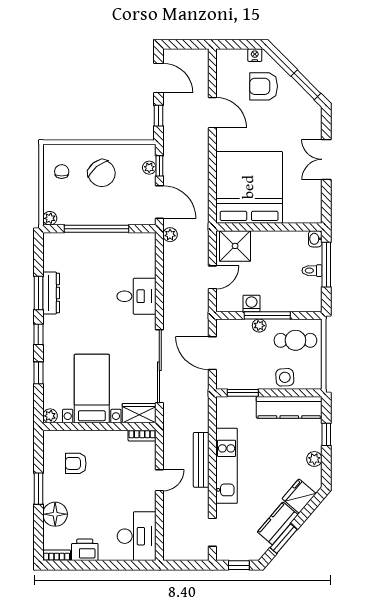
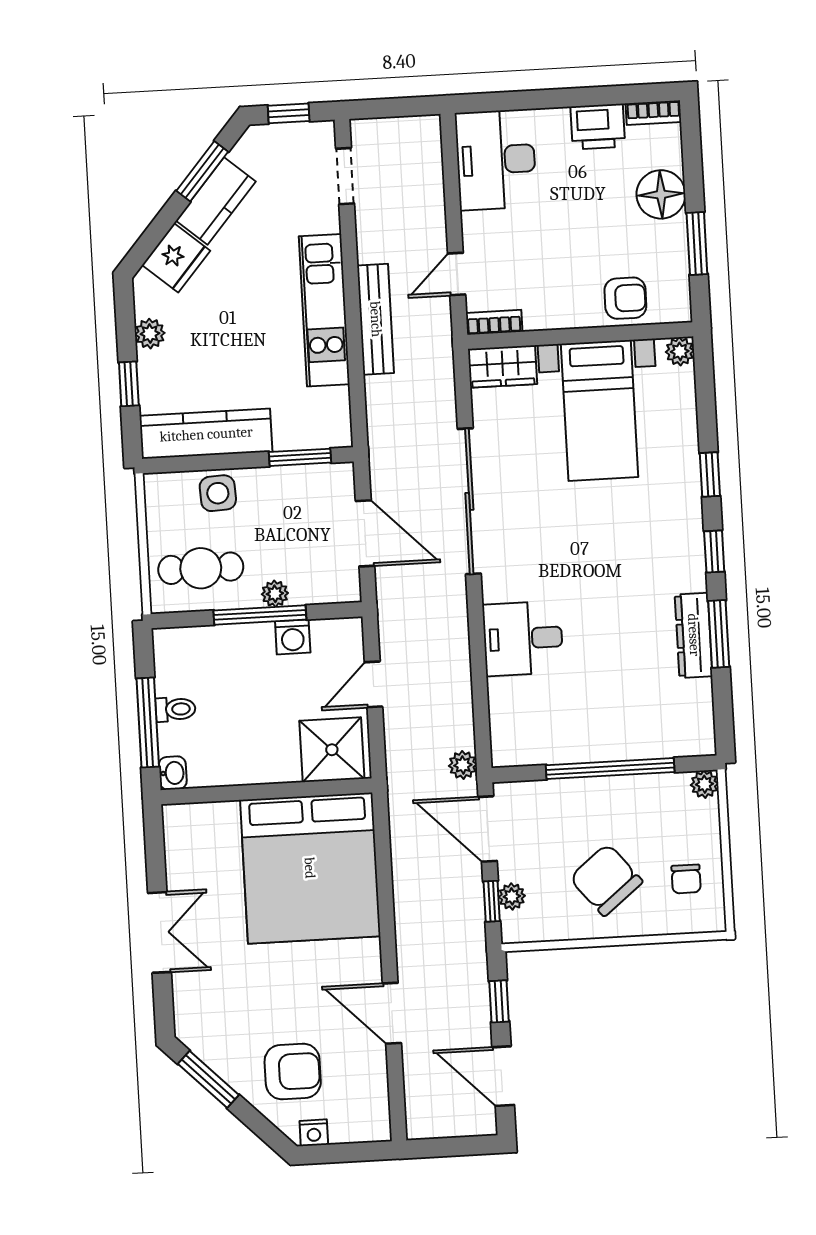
bed with nightstands: (92, 389) -> (600, 410), moved
wardrobe: (139, 413) -> (502, 367), moved
plant: (50, 416) -> (680, 351), moved
wall: (99, 427) -> (580, 336), moved
bookcase: (142, 436) -> (494, 322), moved

